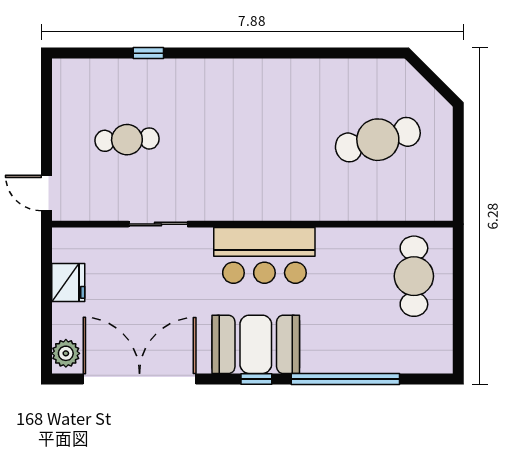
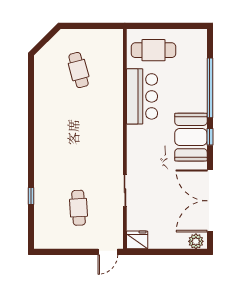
cafe table: (378, 140) -> (79, 70), width x0.73, depth x0.74
bar counter: (264, 255) -> (142, 96), moved
fridge: (68, 282) -> (137, 240), moved

